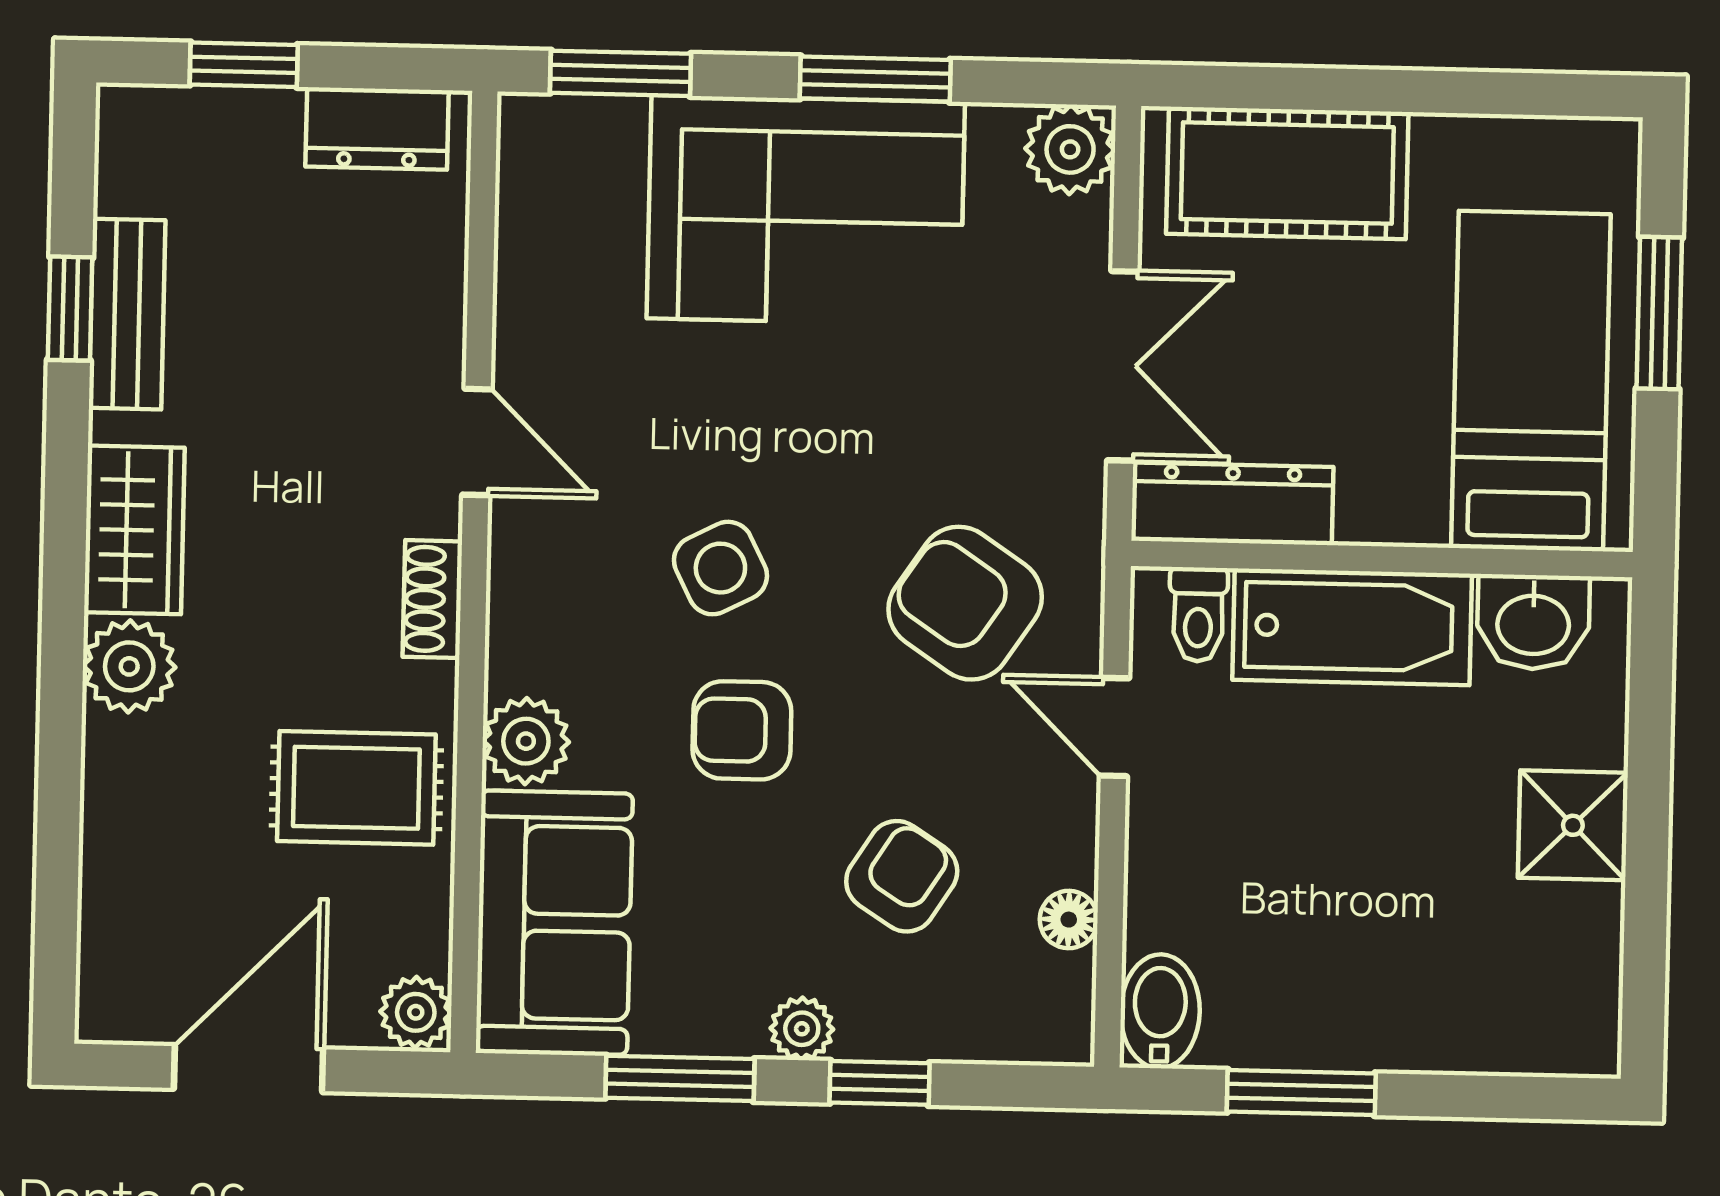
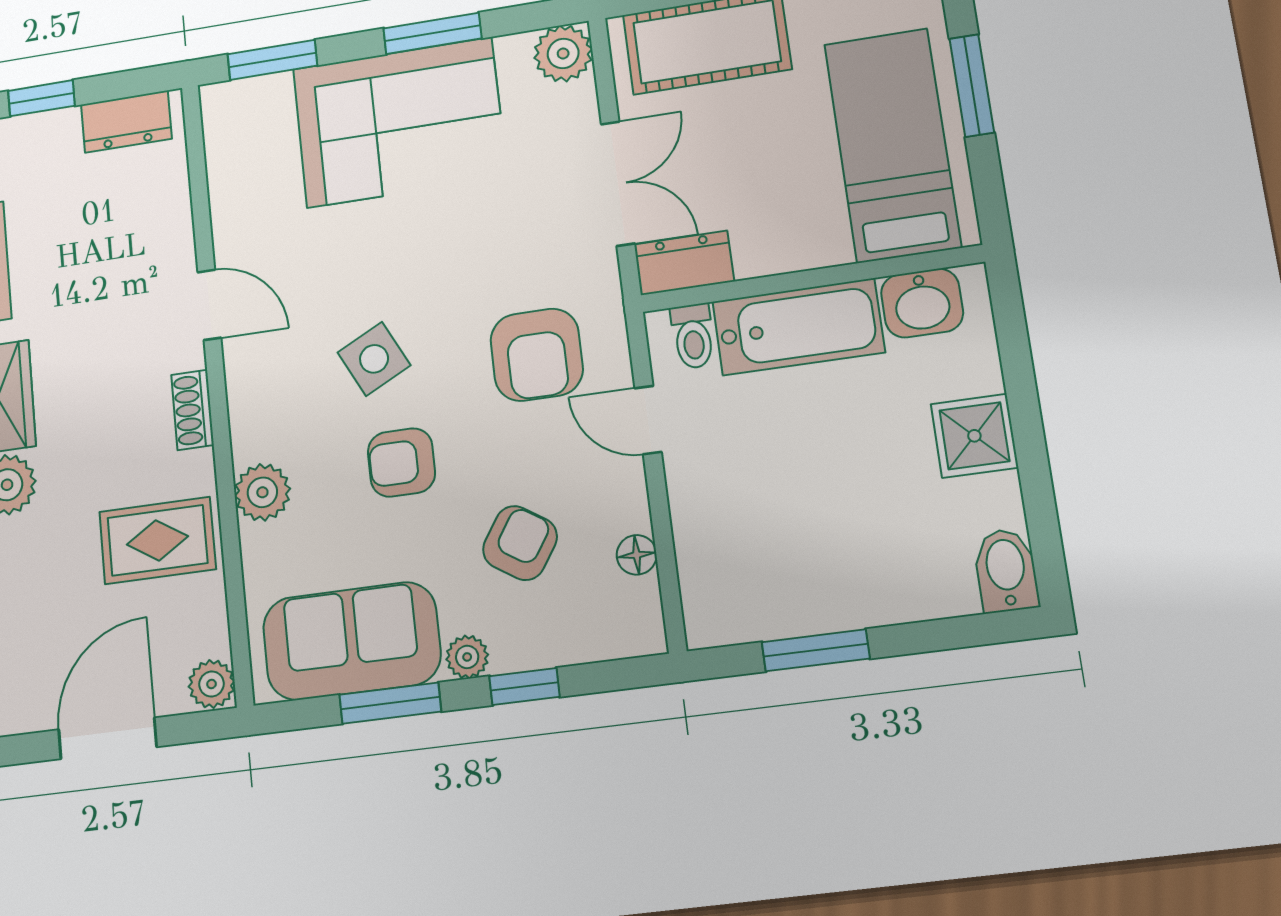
dresser: (1232, 504) -> (684, 263), width x0.70
armchair: (965, 603) -> (537, 355), turned -124
sofa: (554, 923) -> (352, 641), moved, turned -90
bidet: (1160, 1011) -> (1006, 570), moved

